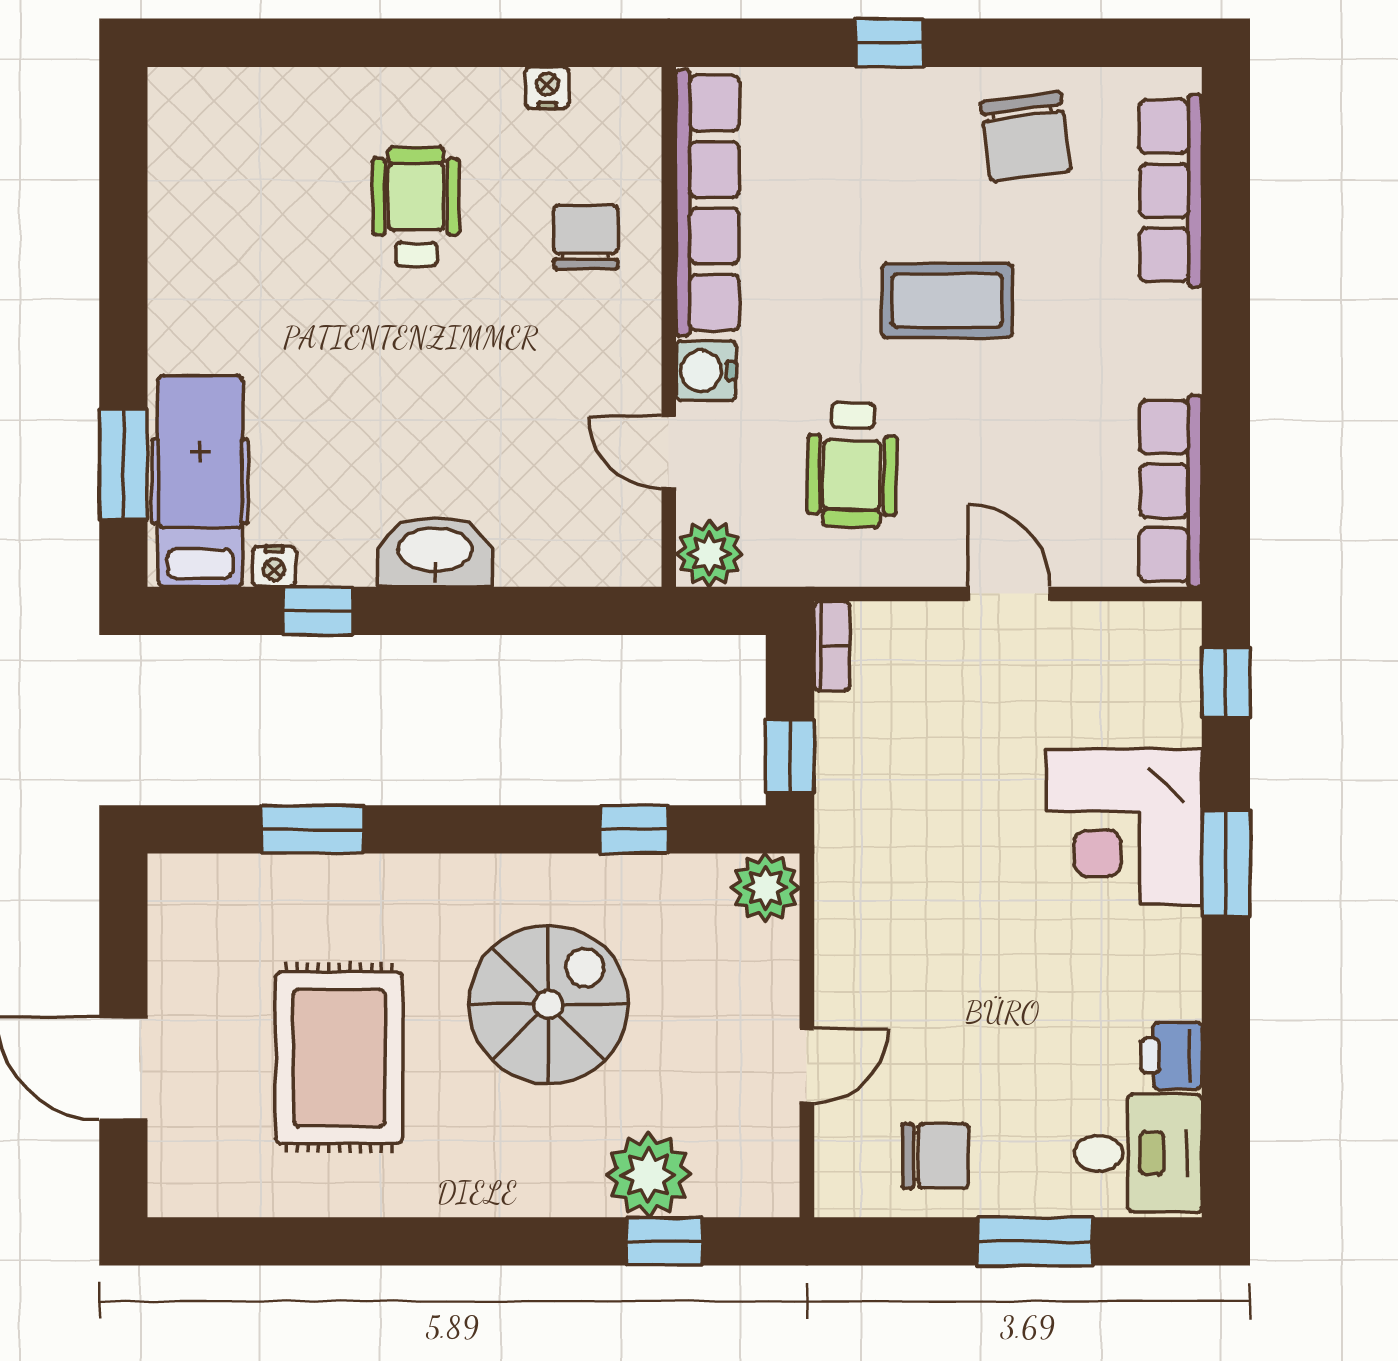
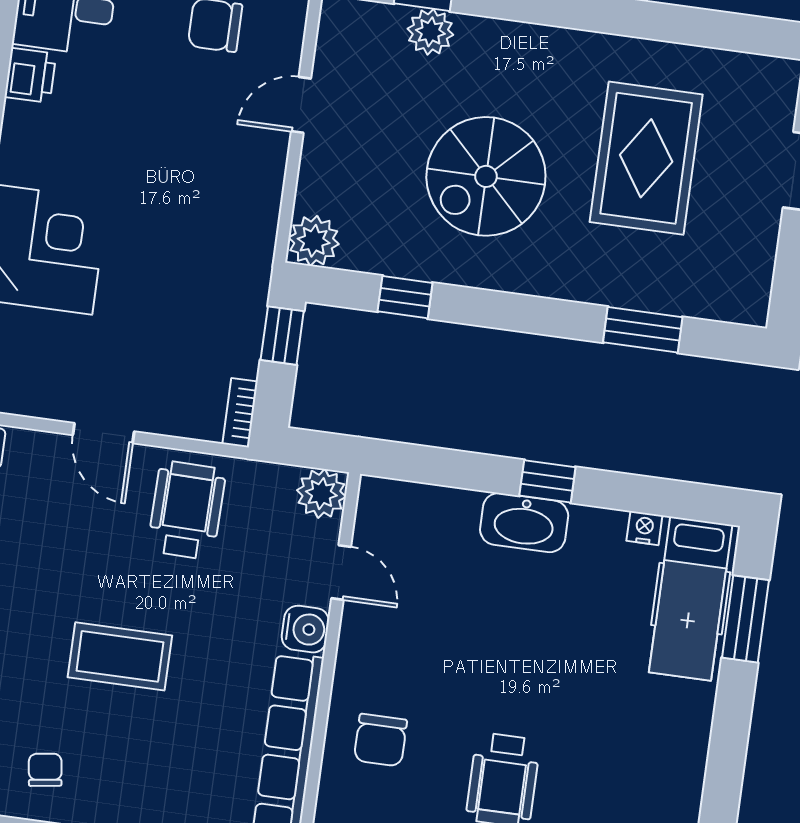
chair: (1026, 137) -> (45, 770), width x0.54, depth x0.54
wheelchair: (852, 465) -> (187, 510), moved
window: (318, 611) -> (547, 481), moved
plant: (648, 1175) -> (430, 32), width x0.73, depth x0.73

